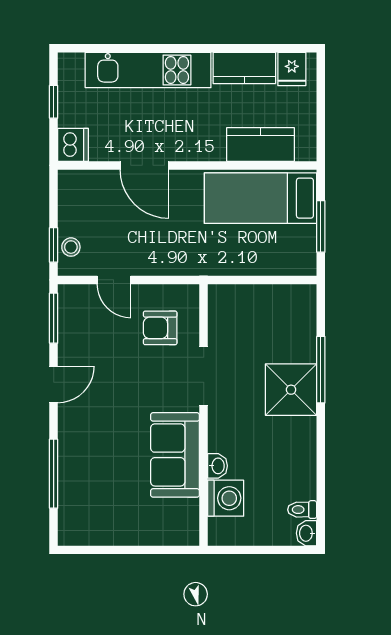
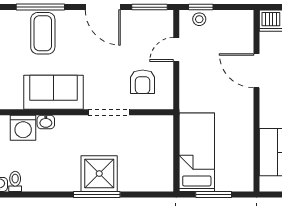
door: (144, 165) -> (256, 71), hinge flipped
bed: (261, 198) -> (197, 152), moved
armchair: (160, 328) -> (143, 82), turned 180
window: (321, 370) -> (97, 194), moved
door: (54, 385) -> (103, 7), width x1.38
coffee table: (91, 470) -> (43, 33), added

